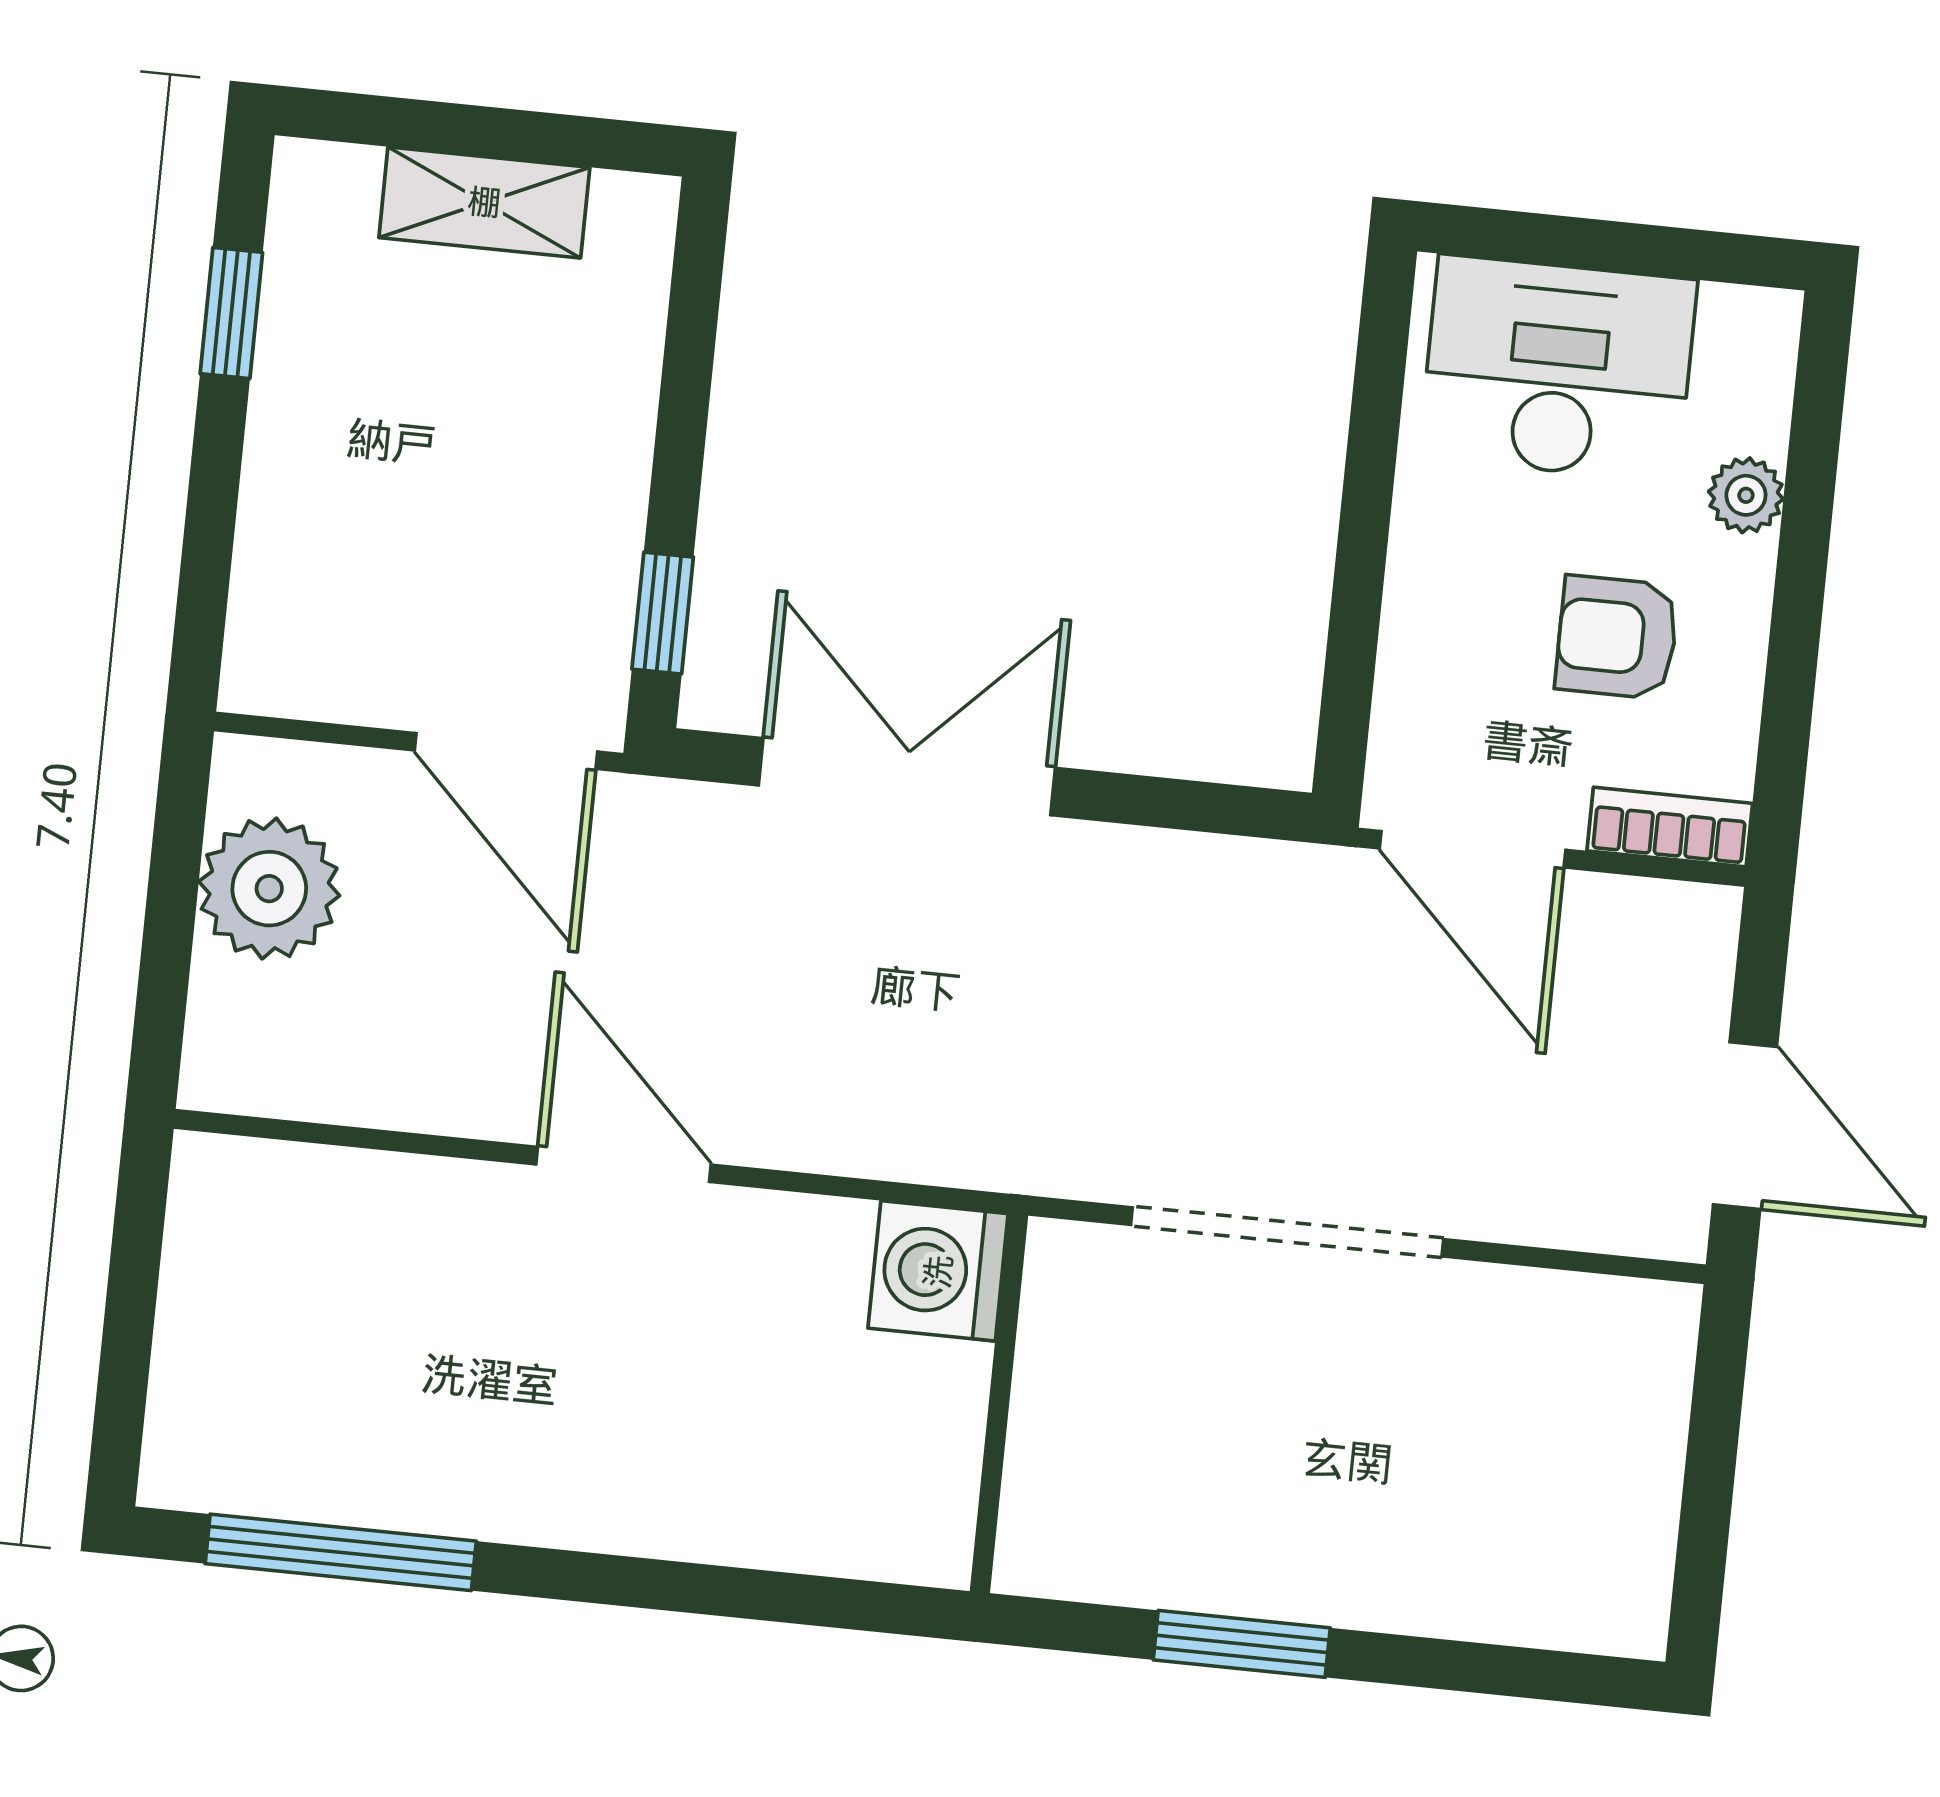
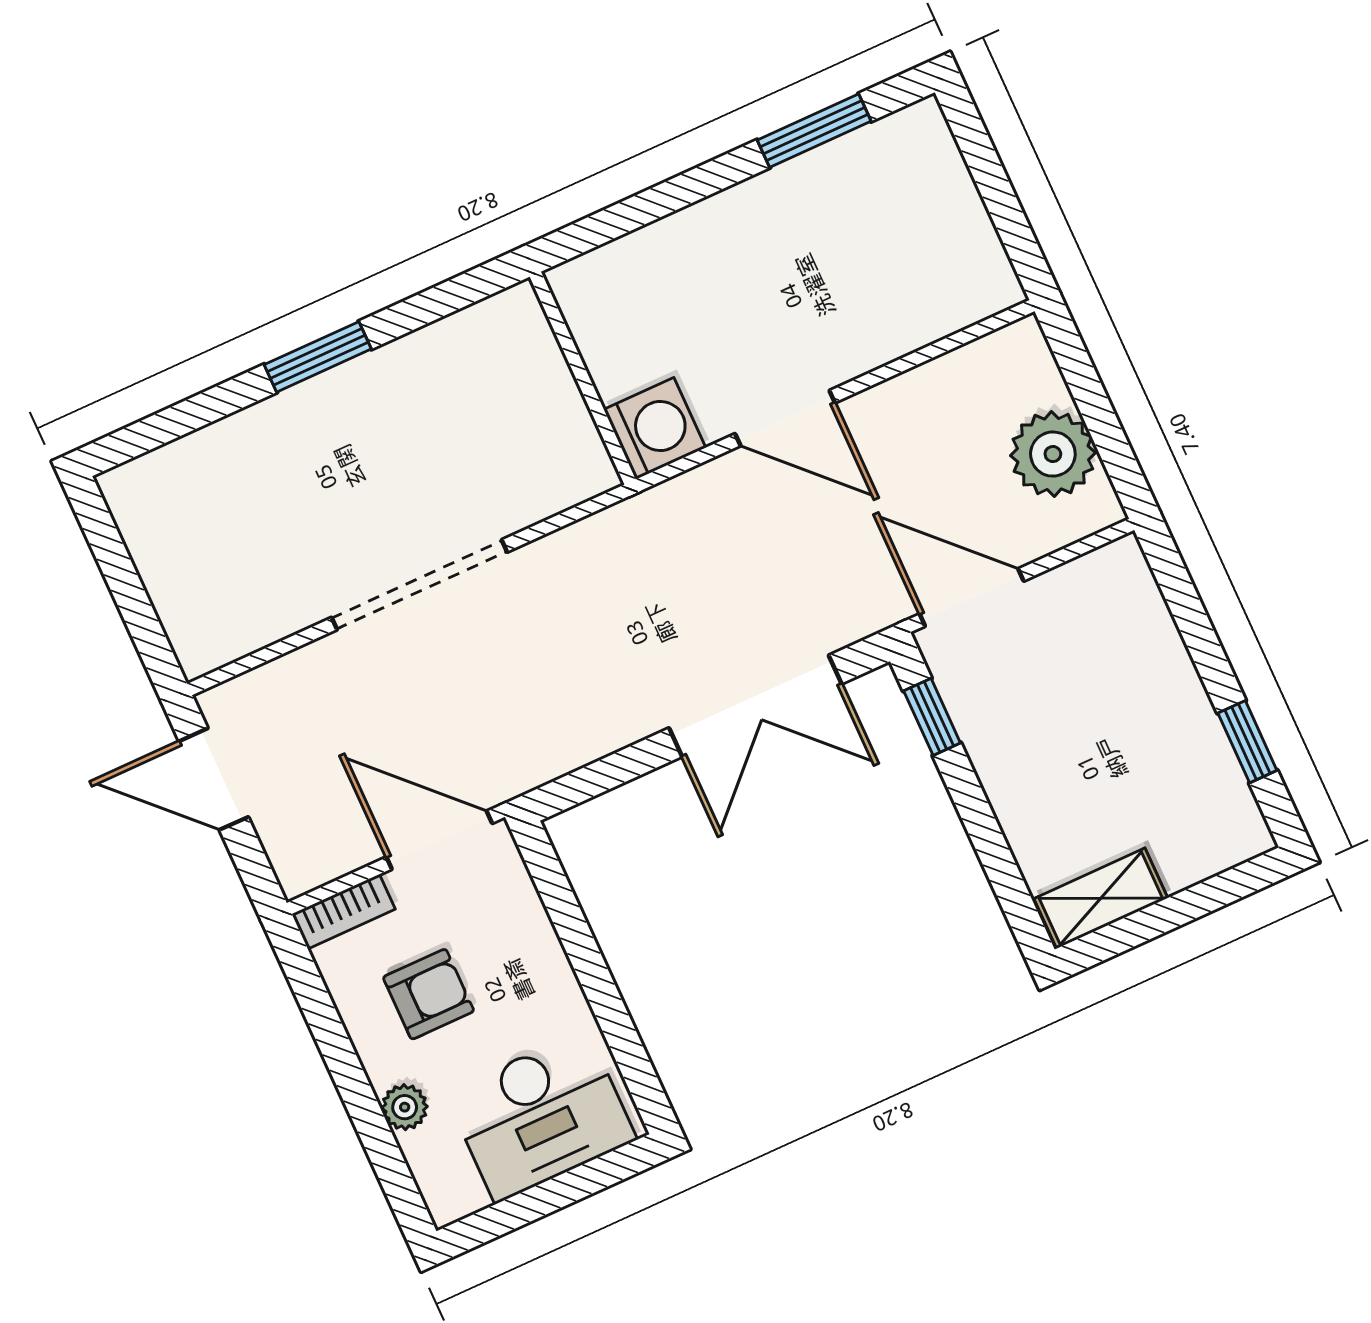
shelving: (484, 202) -> (1101, 898), moved
washing machine: (938, 1271) -> (655, 429), moved
wall: (999, 1403) -> (583, 378), moved
window: (341, 1552) -> (814, 131), width x0.69

